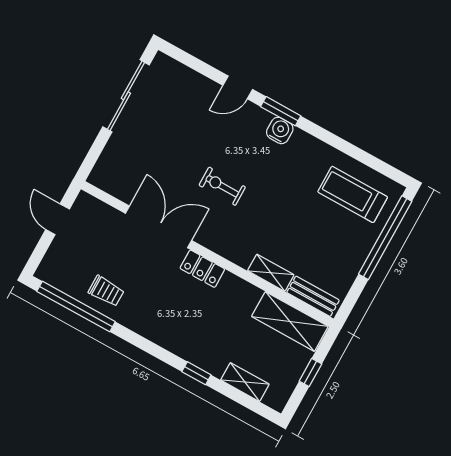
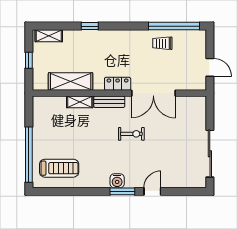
bench: (313, 296) -> (109, 102), moved
shelving: (290, 321) -> (71, 82), moved
shelving: (245, 382) -> (49, 36), moved

